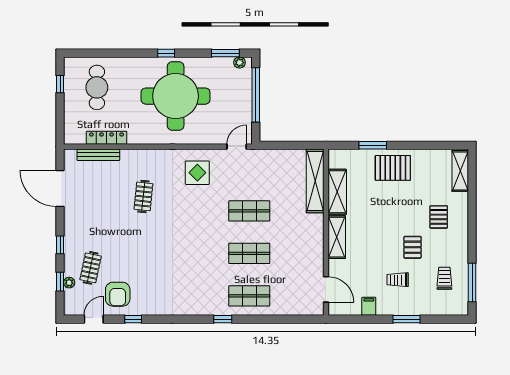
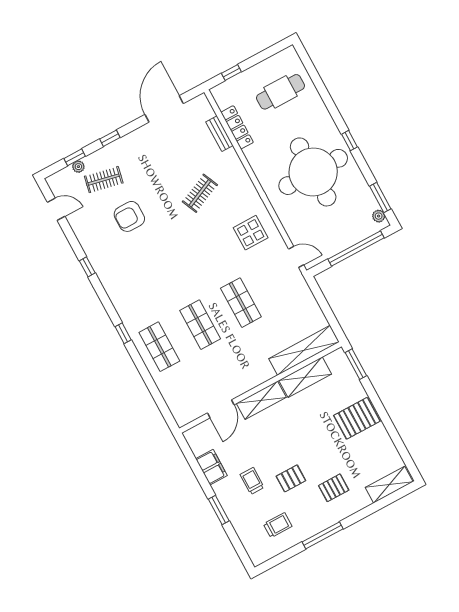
window: (60, 84) -> (231, 73), moved
window: (373, 145) -> (356, 364), moved
bench: (98, 155) -> (219, 134), width x0.73
pallet: (393, 168) -> (357, 418), turned 90
clothes rail: (143, 196) -> (200, 193), turned -30
window: (472, 282) -> (323, 535), moved
door: (326, 289) -> (221, 409), moved
armchair: (118, 294) -> (129, 216), moved
filing cabinet: (369, 306) -> (211, 467), width x2.00
window: (133, 319) -> (87, 267), moved

